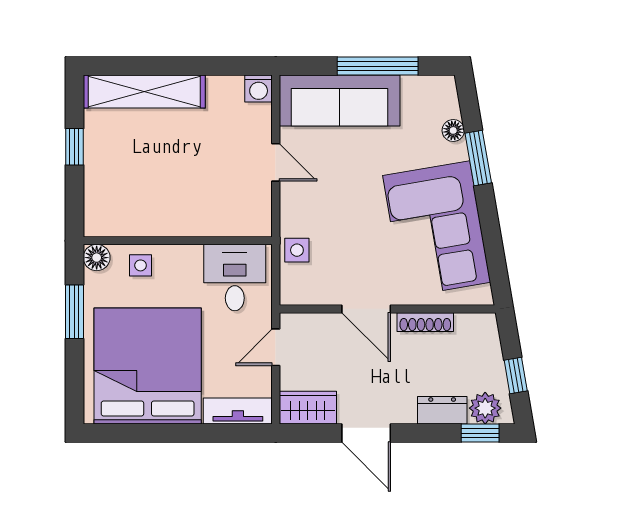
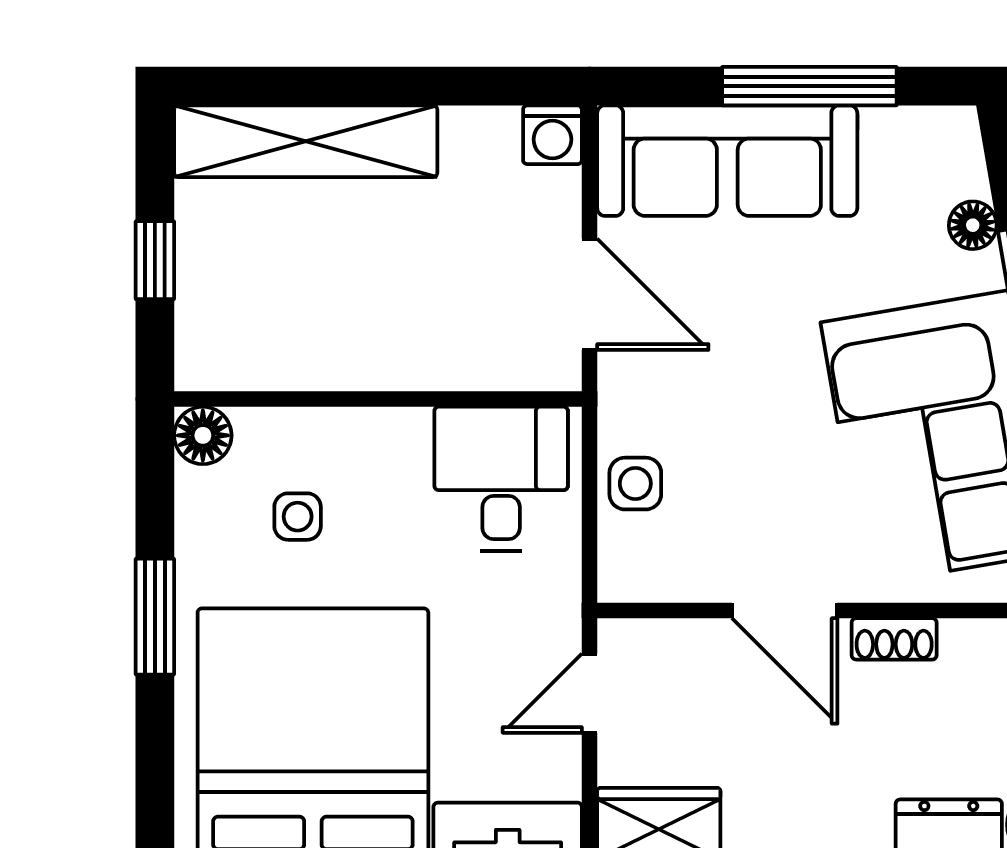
door: (276, 162) -> (590, 294), width x1.38
wall: (178, 241) -> (378, 399), moved
floor lamp: (97, 258) -> (203, 435), moved
desk: (235, 278) -> (501, 479), moved
shoe rack: (425, 322) -> (894, 639), width x0.70

